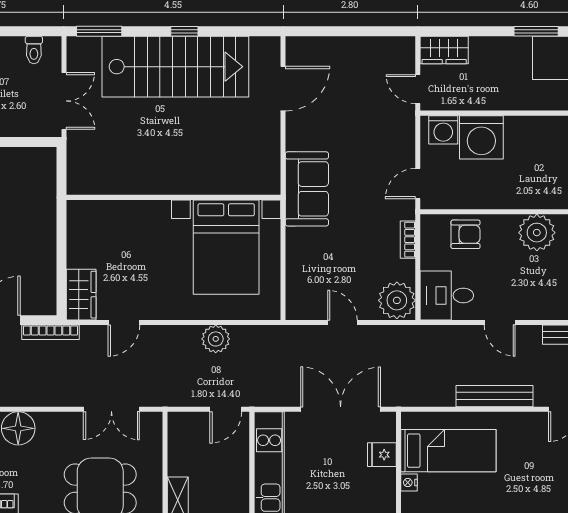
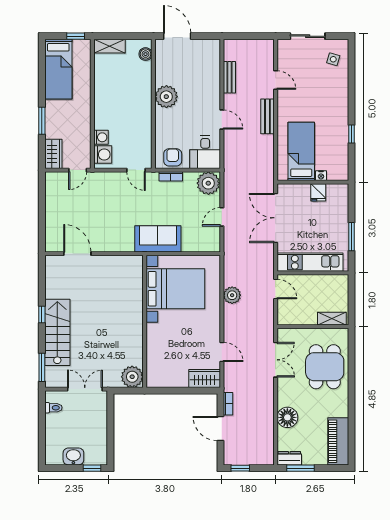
window: (536, 31) -> (42, 121), moved
stairs: (175, 67) -> (57, 332), width x0.73, depth x0.66
washing machine: (481, 137) -> (101, 137), width x0.53, depth x0.53
plant: (84, 177) -> (132, 377), added
sofa: (307, 189) -> (158, 239), moved
armchair: (466, 234) -> (173, 157), moved
door: (500, 323) -> (222, 120), hinge flipped
bookcase: (50, 332) -> (228, 404), width x0.64
bench: (494, 396) -> (267, 116), width x0.73
fridge: (382, 455) -> (318, 192), moved

